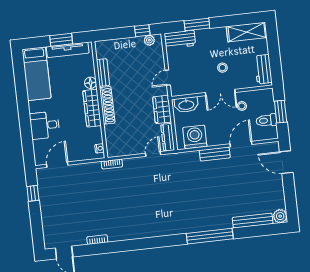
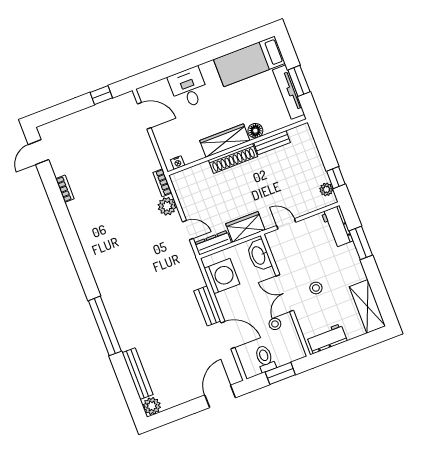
plant: (131, 165) -> (167, 206), added

